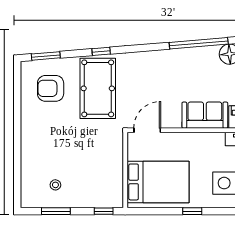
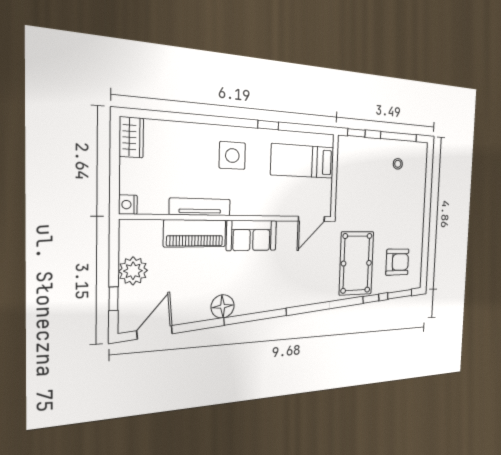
window: (101, 51) -> (371, 299), moved
bed: (158, 182) -> (303, 161), width x0.67
window: (56, 211) -> (399, 137), width x1.44

